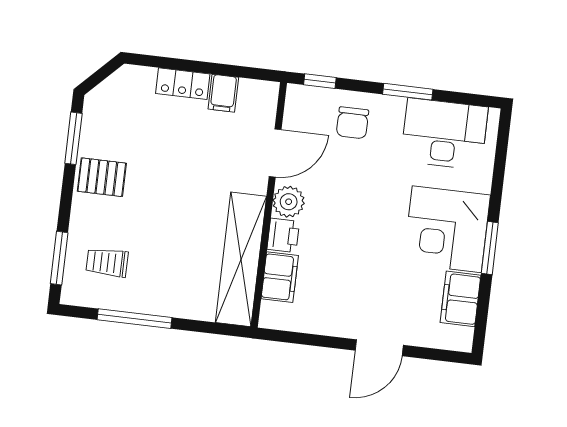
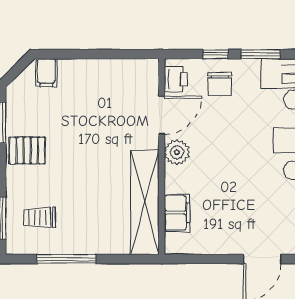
window: (320, 81) -> (216, 54), moved
locker: (183, 84) -> (82, 69), removed
filing cabinet: (223, 93) -> (46, 73), moved
printer: (283, 235) -> (176, 79), moved

